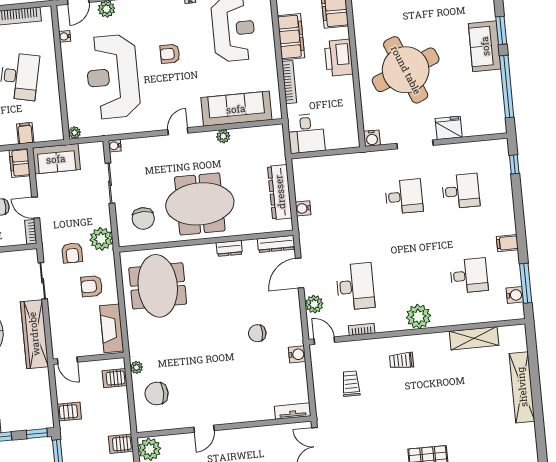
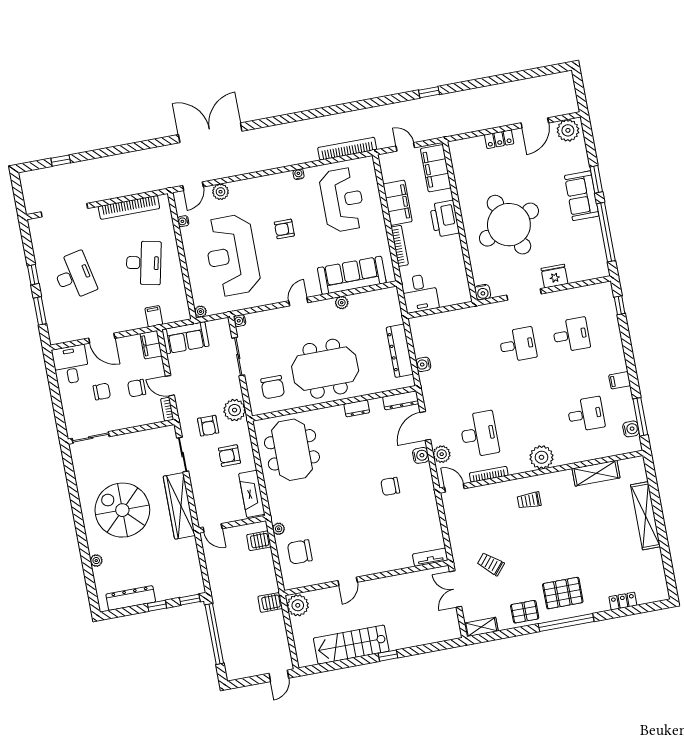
bookcase: (362, 329) -> (489, 474), width x1.56
water cooler: (297, 354) -> (421, 455), moved
trolley: (351, 384) -> (491, 564), moved, turned -50
server rack: (69, 412) -> (219, 576), removed

